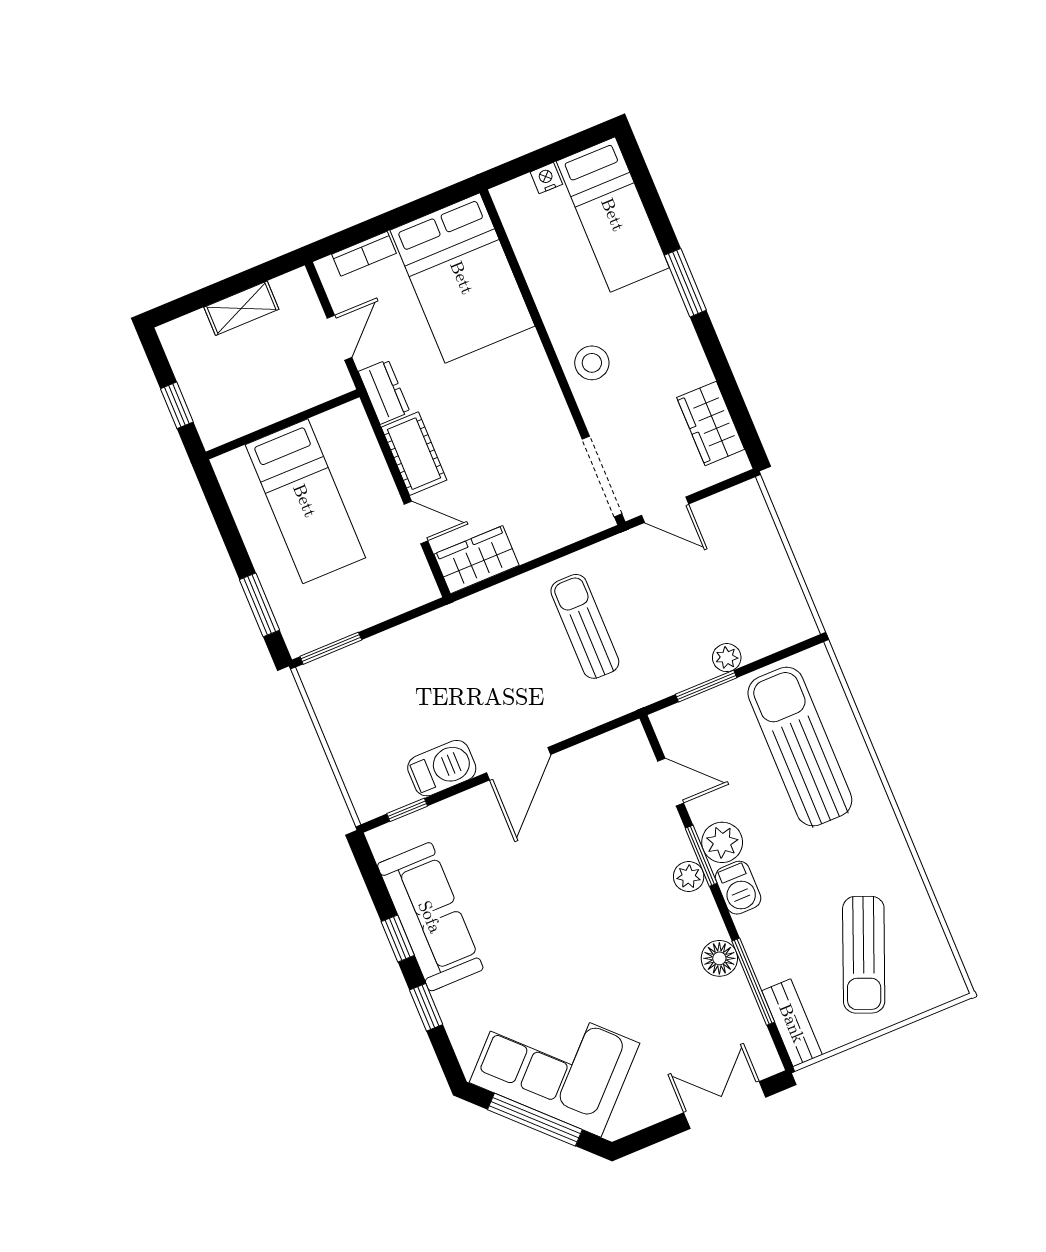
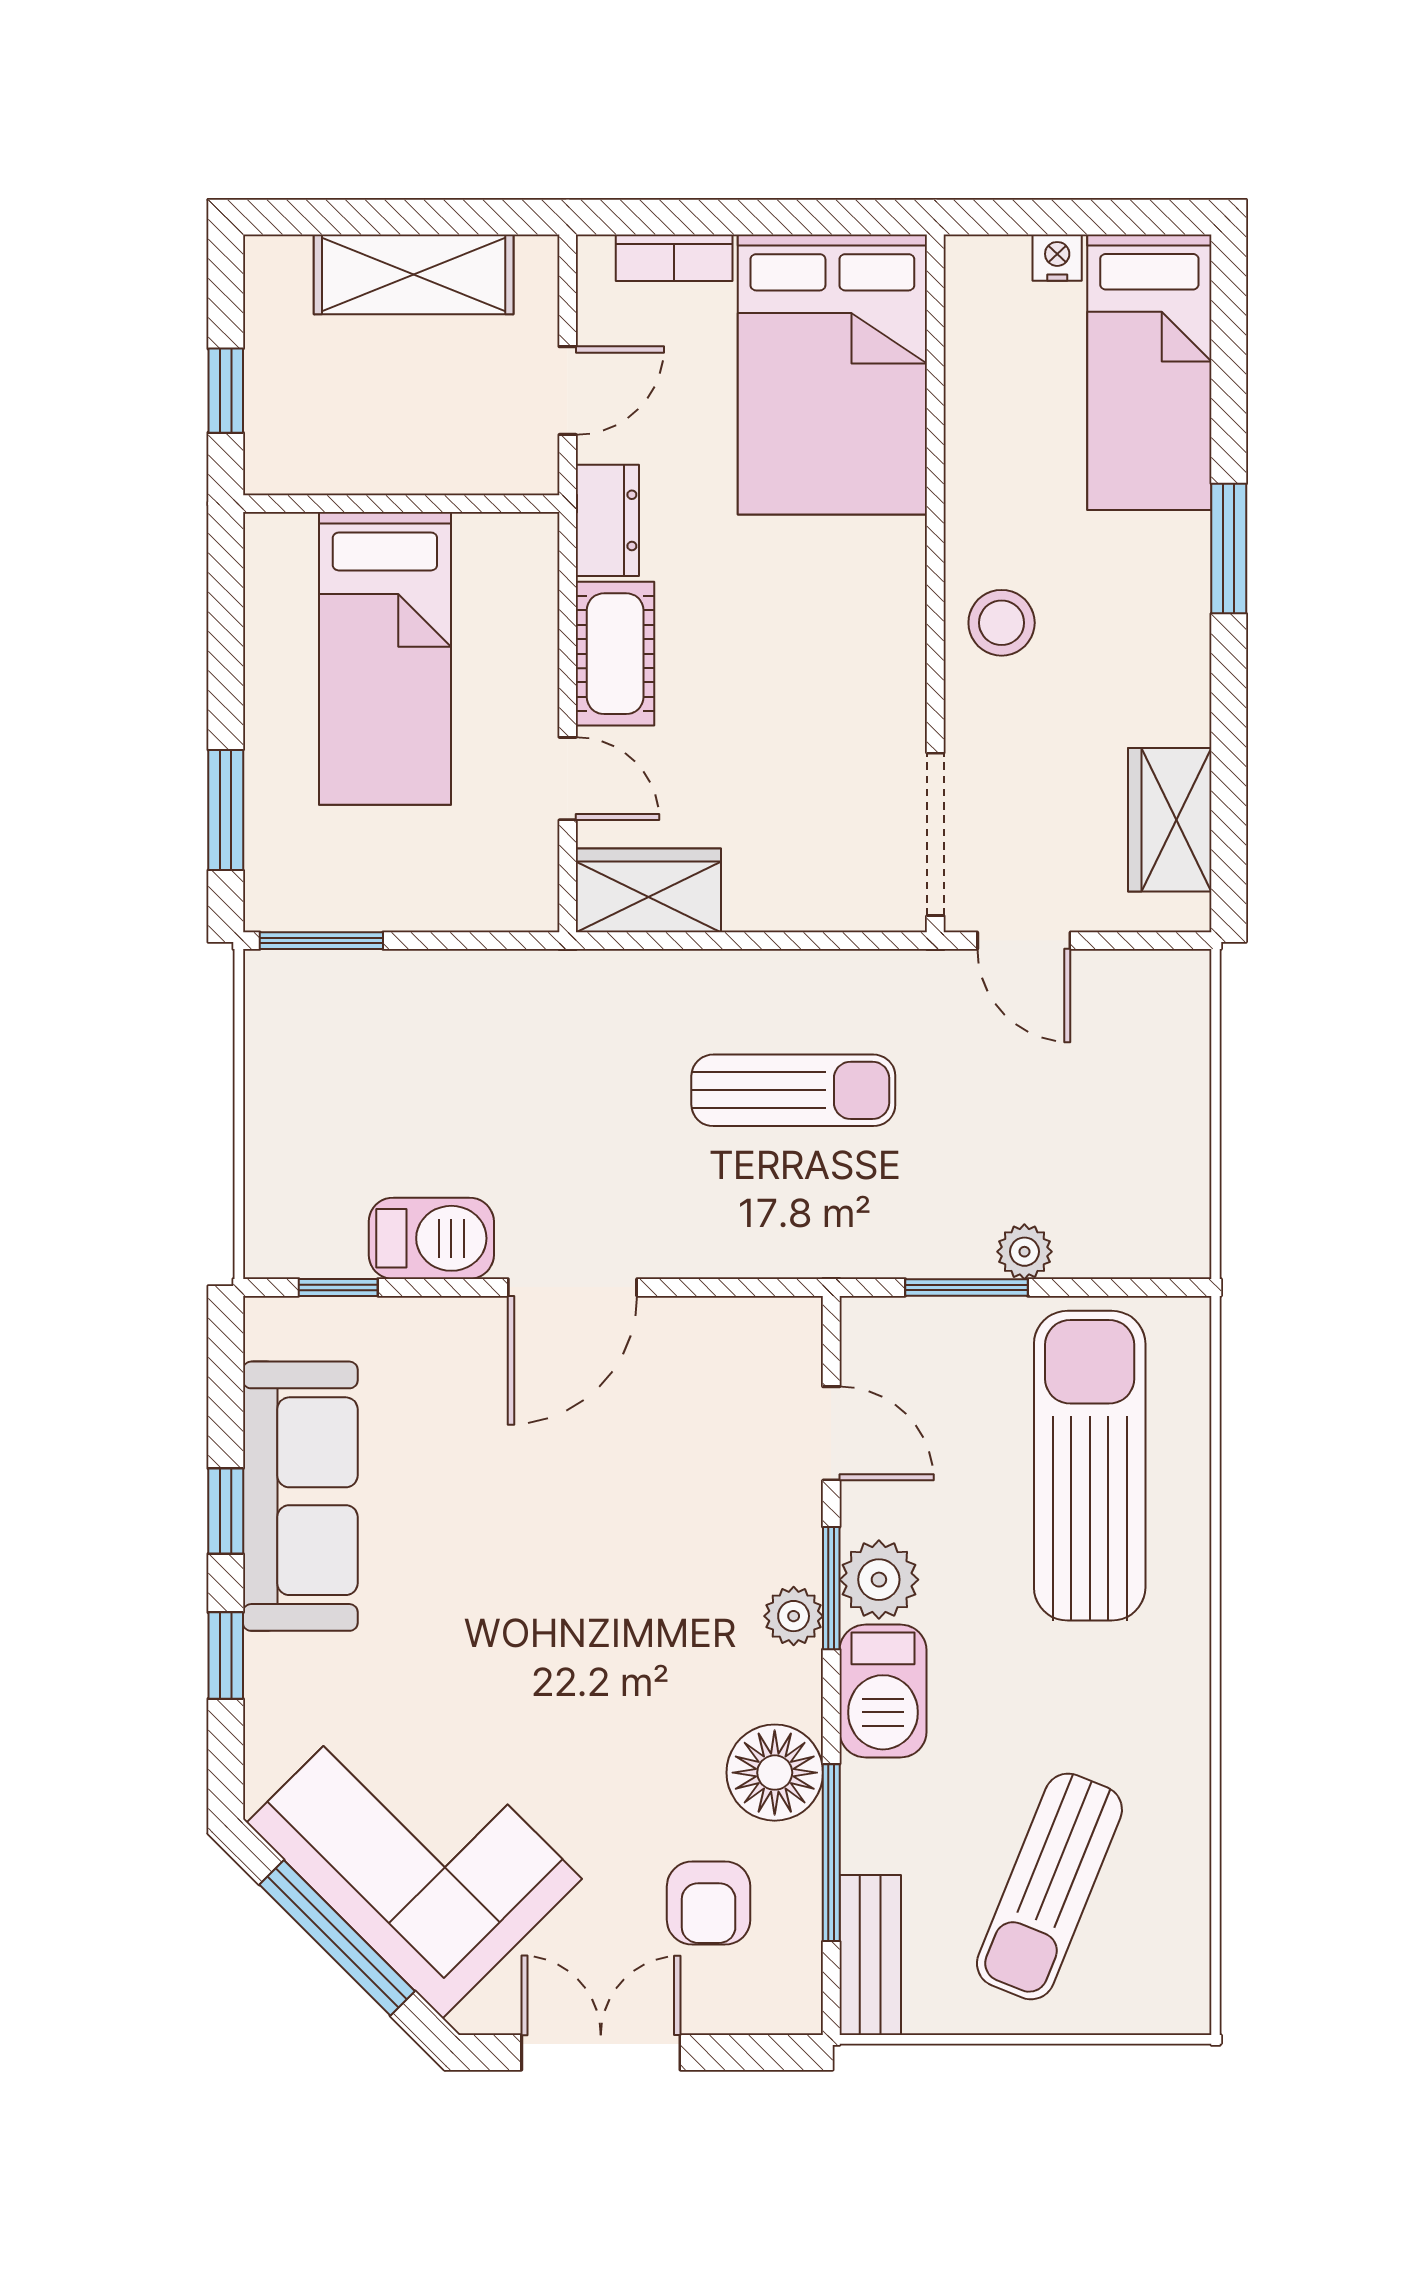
shelving: (241, 308) -> (414, 274), width x1.50, depth x1.33
sun lounger: (585, 626) -> (793, 1090), turned 90
barbecue: (738, 888) -> (883, 1691), width x1.38, depth x1.27
floor lamp: (719, 958) -> (775, 1773), width x1.38, depth x1.38
armchair: (705, 1030) -> (709, 1903), added
double door: (725, 1105) -> (601, 2053), moved

